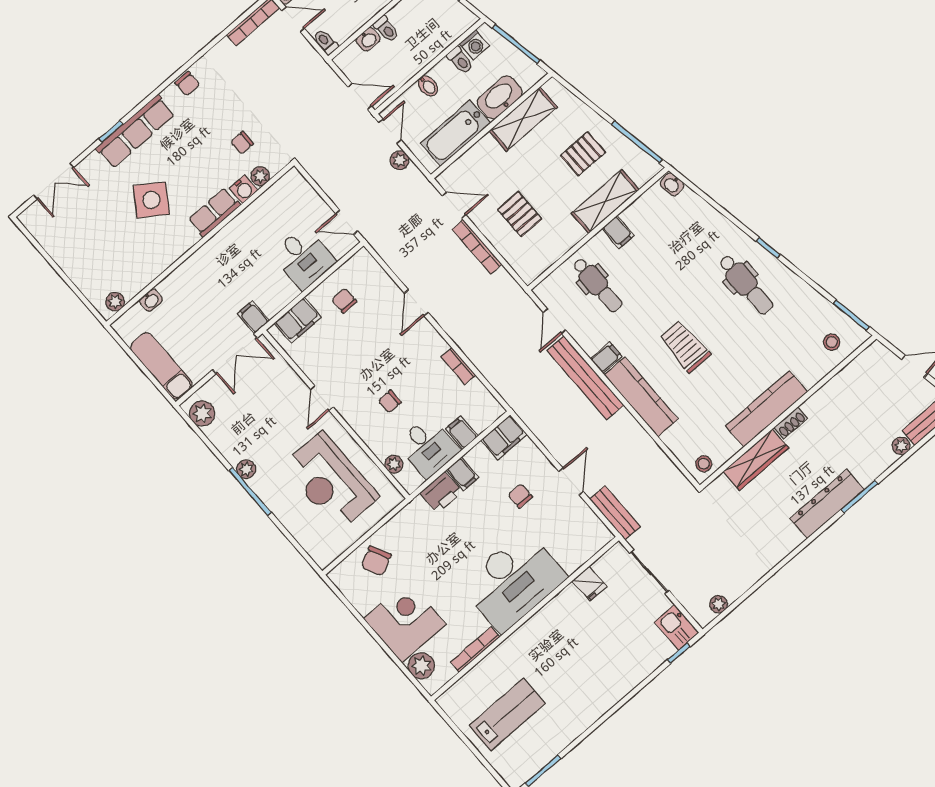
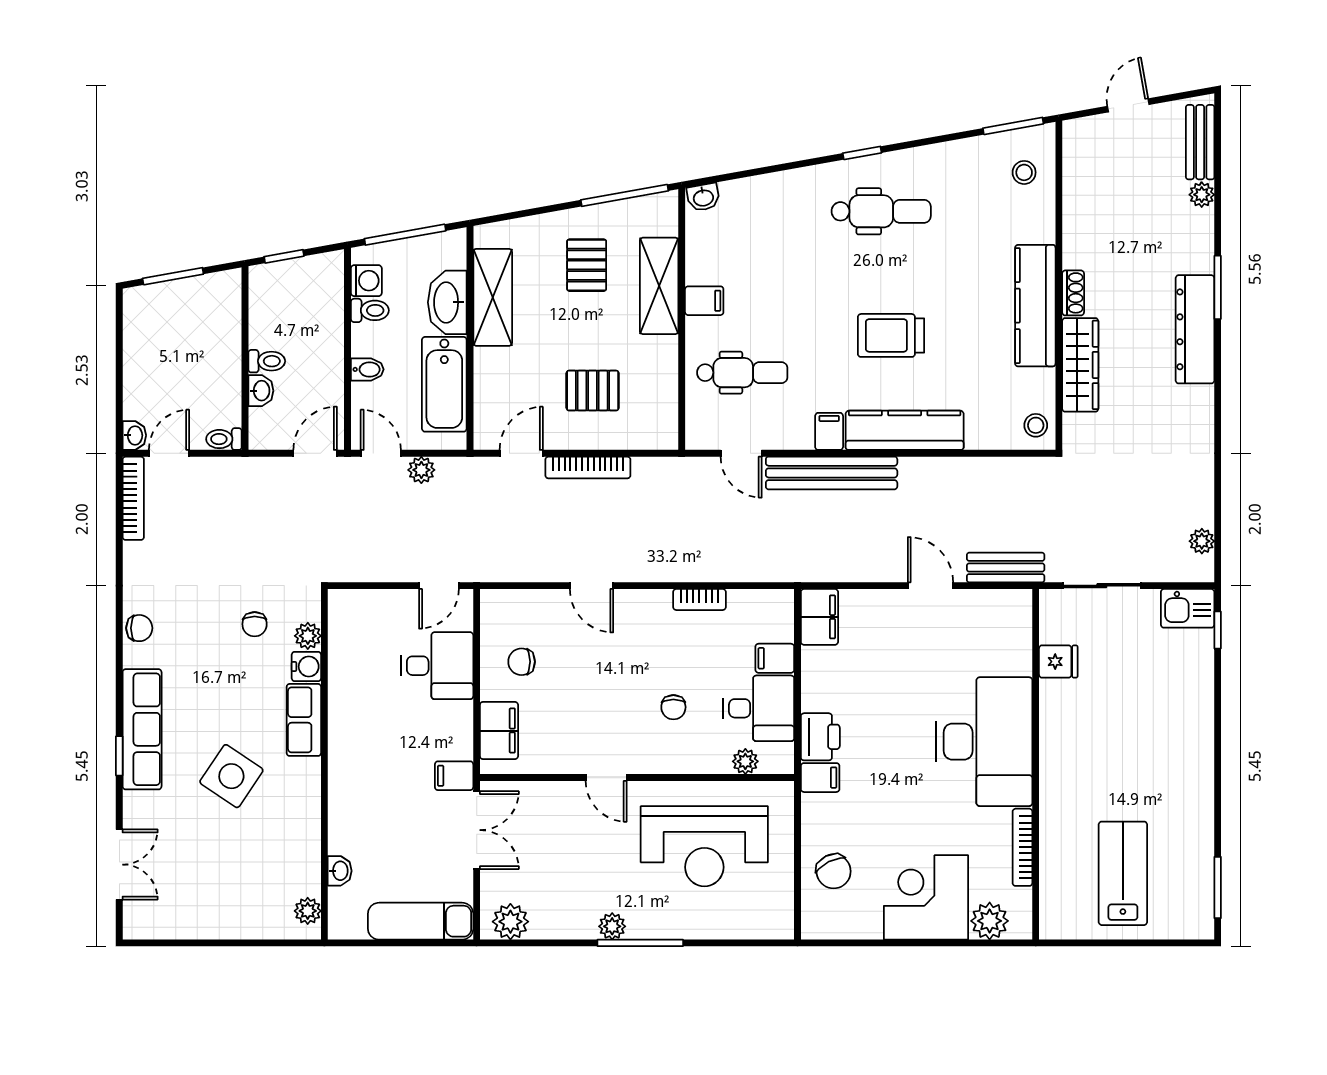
filing cabinet: (462, 474) -> (820, 778), moved
chair: (520, 496) -> (898, 654), removed

